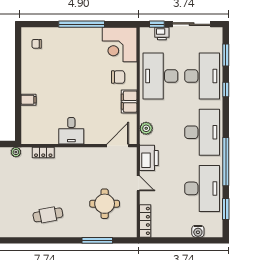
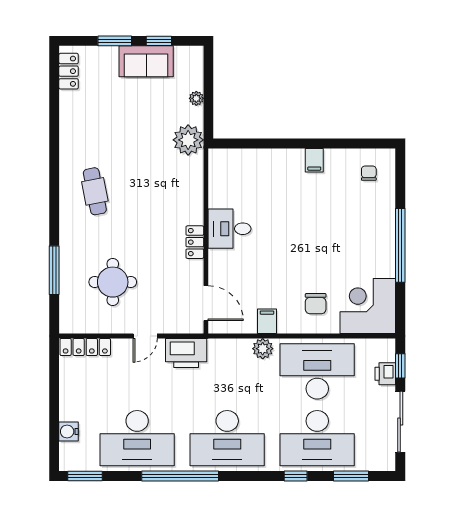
filing cabinet: (29, 100) -> (314, 160), moved
filing cabinet: (129, 102) -> (267, 321), width x0.50
plant: (146, 128) -> (263, 349), moved
plant: (16, 152) -> (188, 140), width x1.87, depth x1.87
locker: (43, 152) -> (195, 242), moved
window: (226, 209) -> (85, 476), moved

